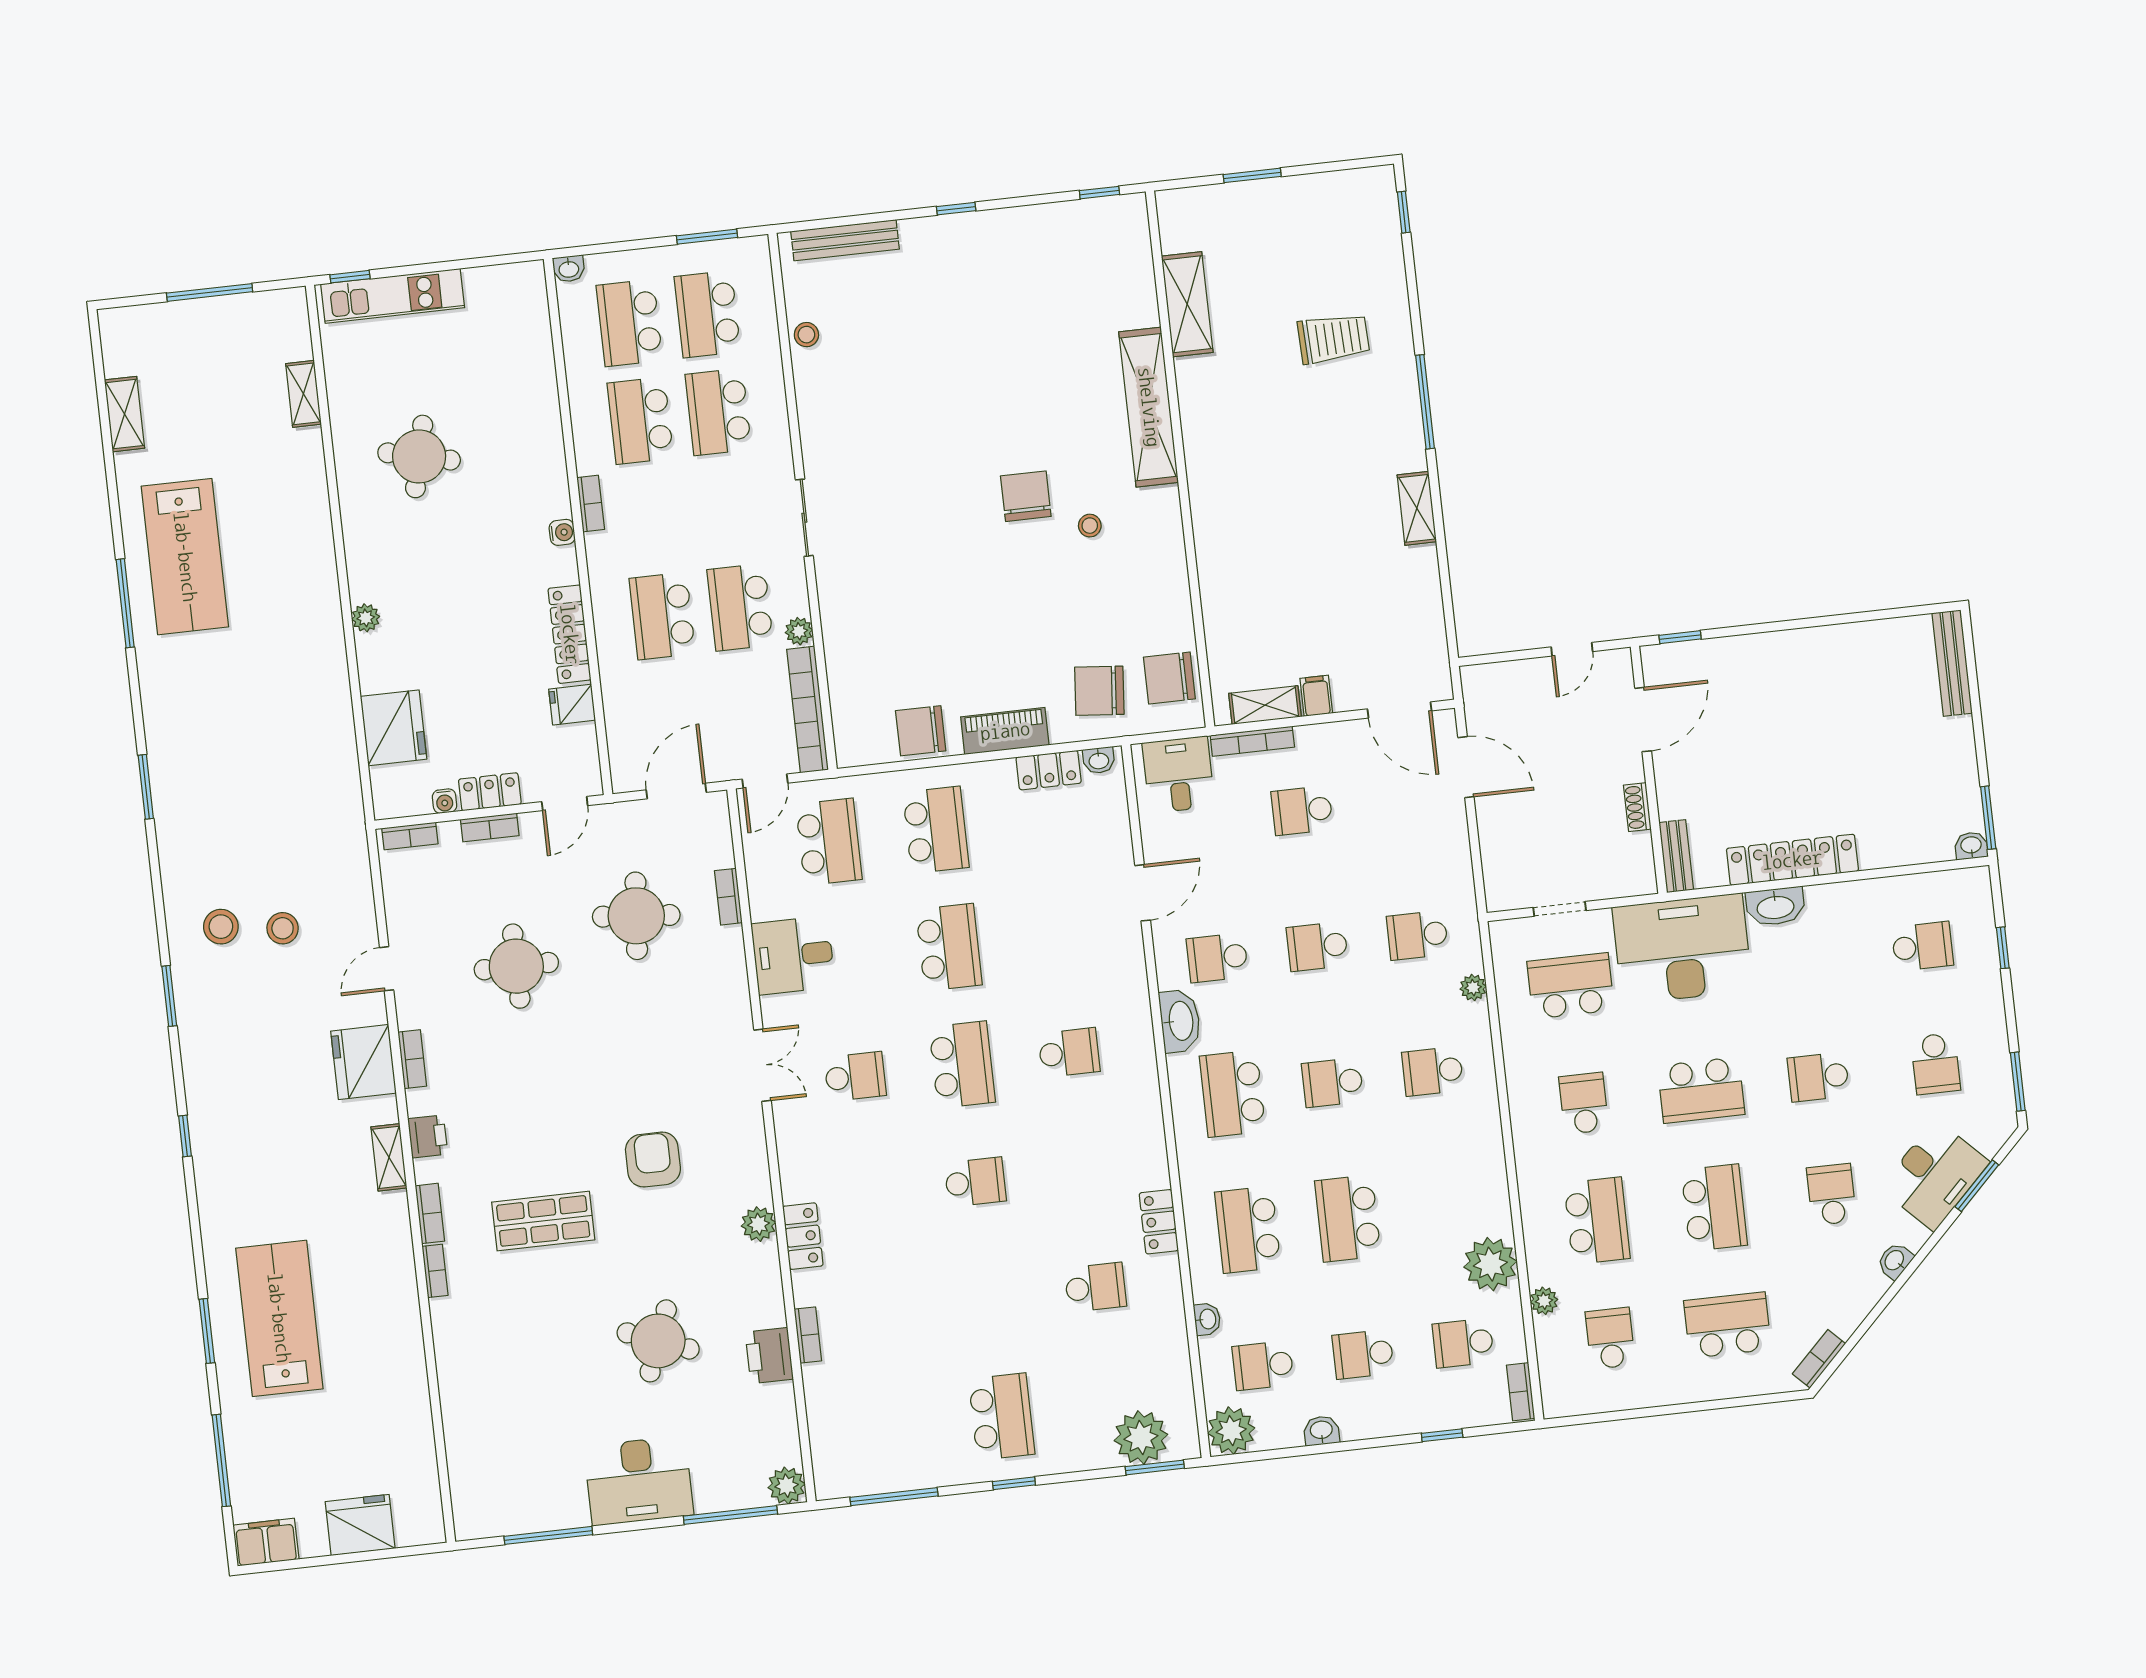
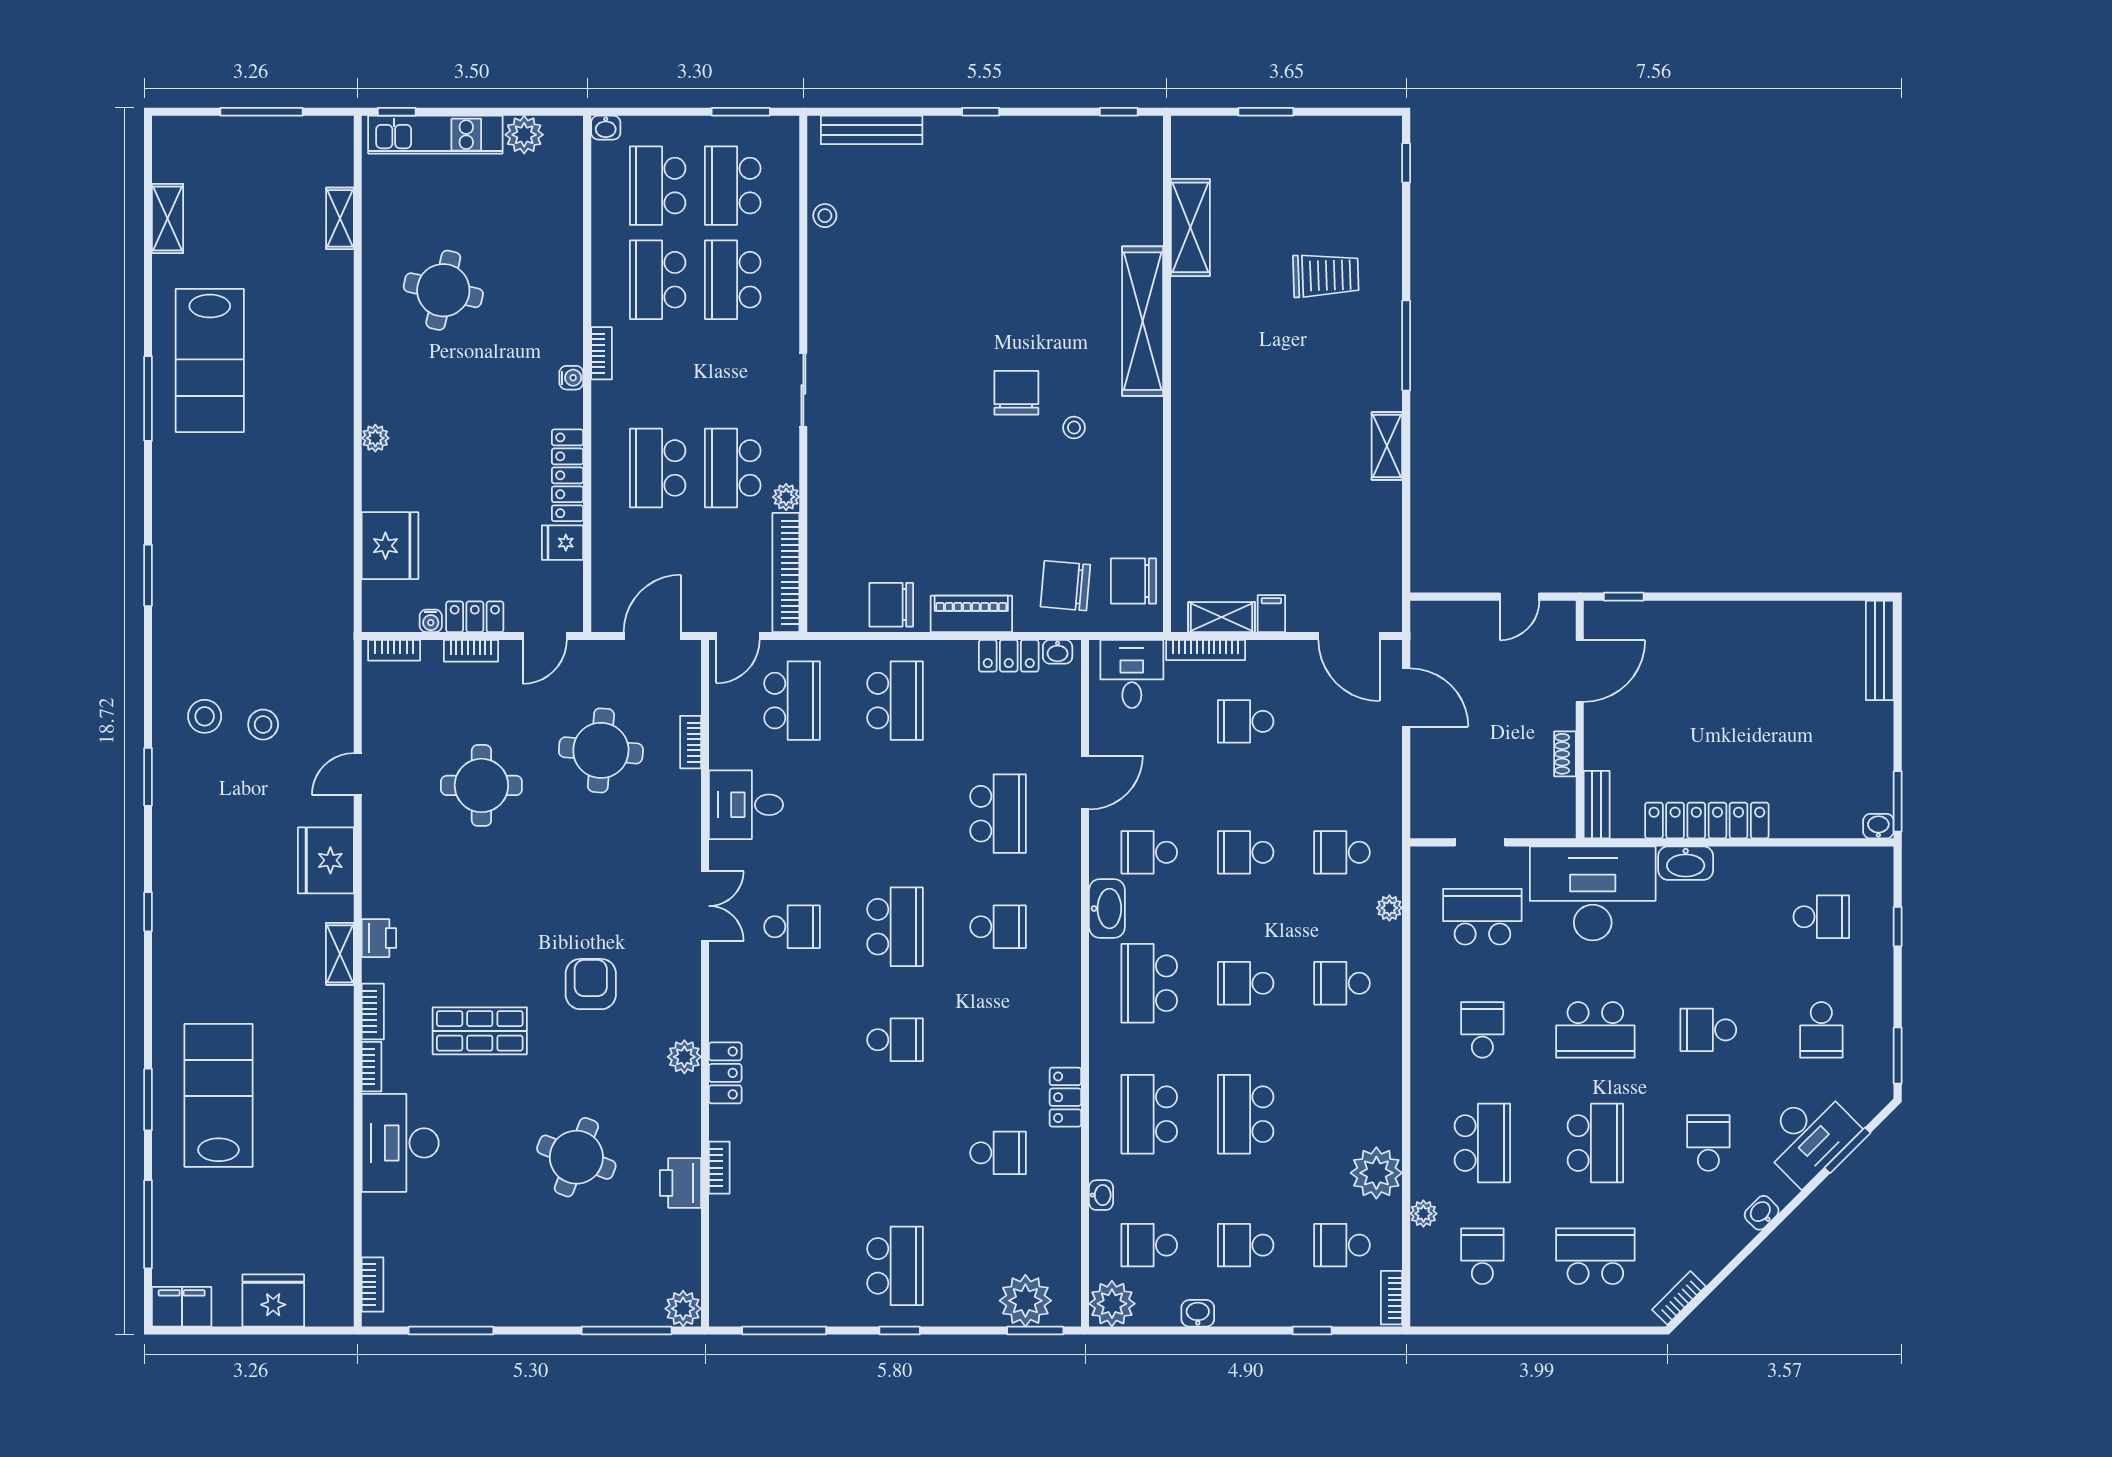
plant: (485, 286) -> (524, 135), added
school desk: (949, 947) -> (998, 814), moved
bookcase: (412, 1059) -> (373, 1284), moved
desk: (639, 1481) -> (400, 1143), moved, turned 90

